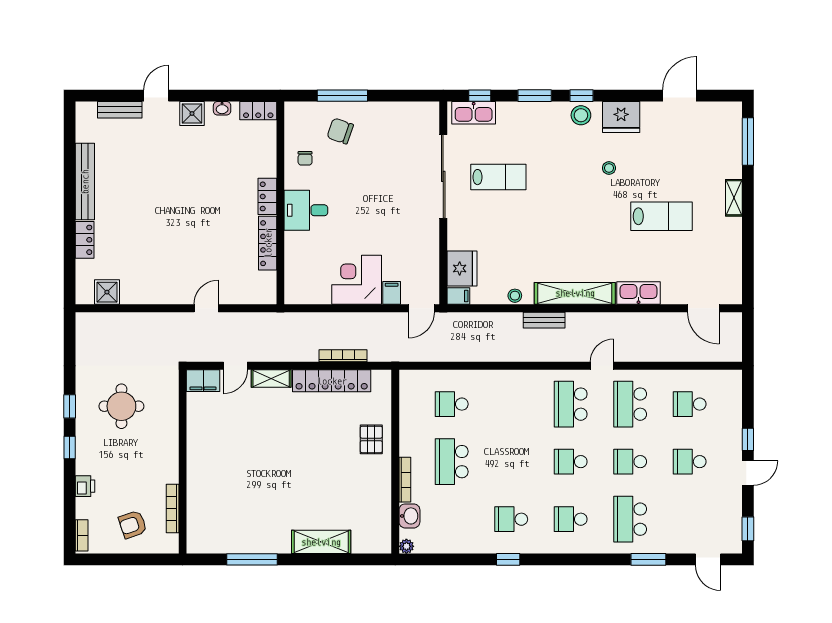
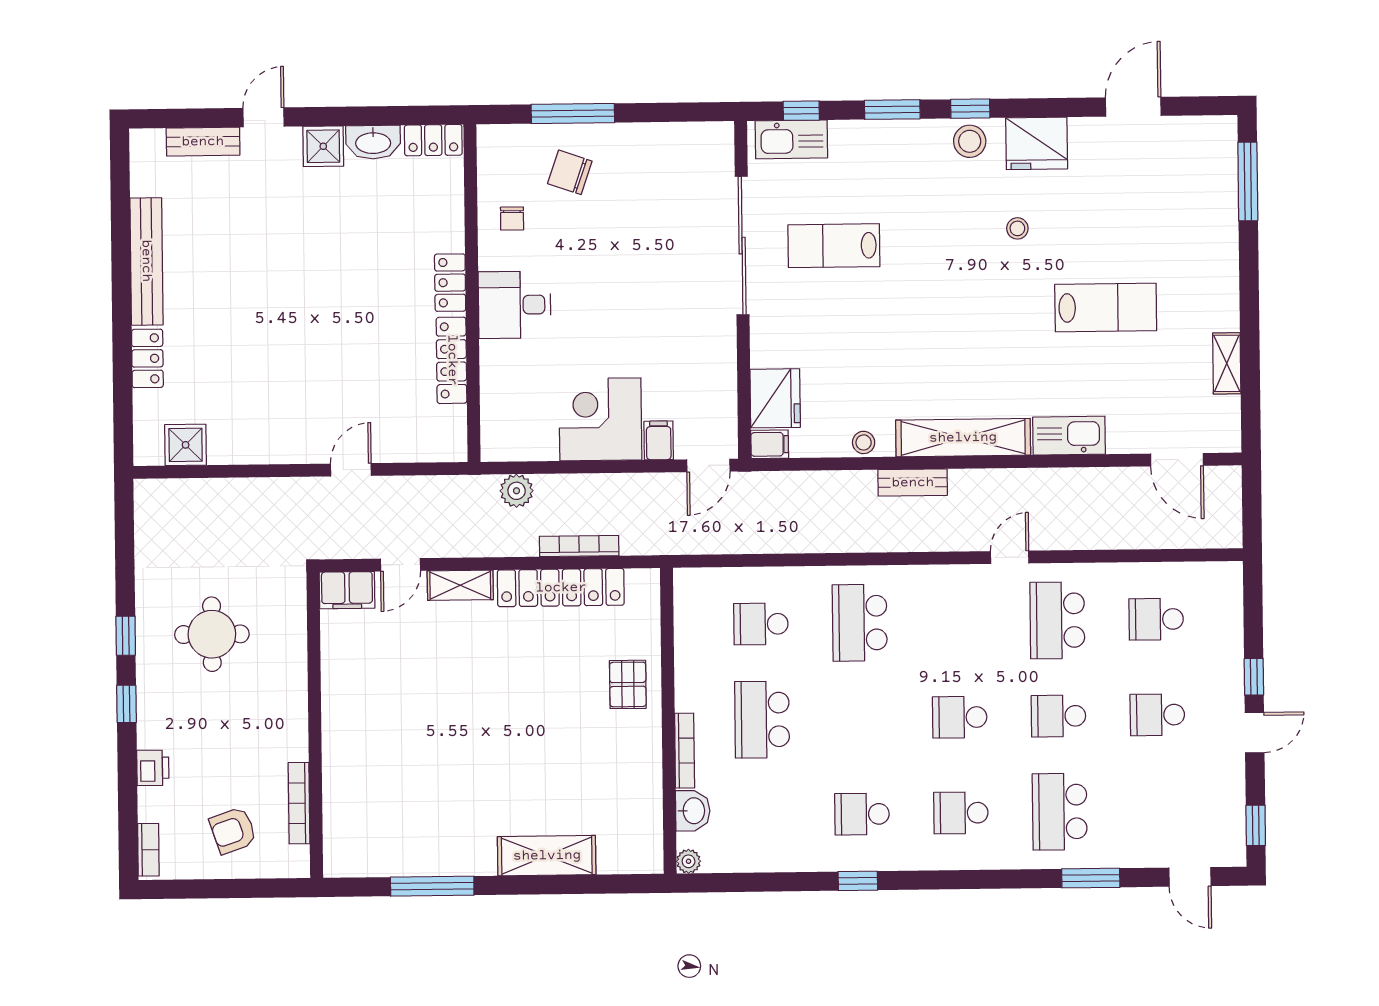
washbasin: (222, 108) -> (373, 142), width x1.91, depth x1.45
lab bench: (498, 177) -> (834, 246), turned 180
shelving: (734, 198) -> (1227, 363), moved
plant: (306, 322) -> (517, 491), added
school desk: (571, 404) -> (860, 623), moved

